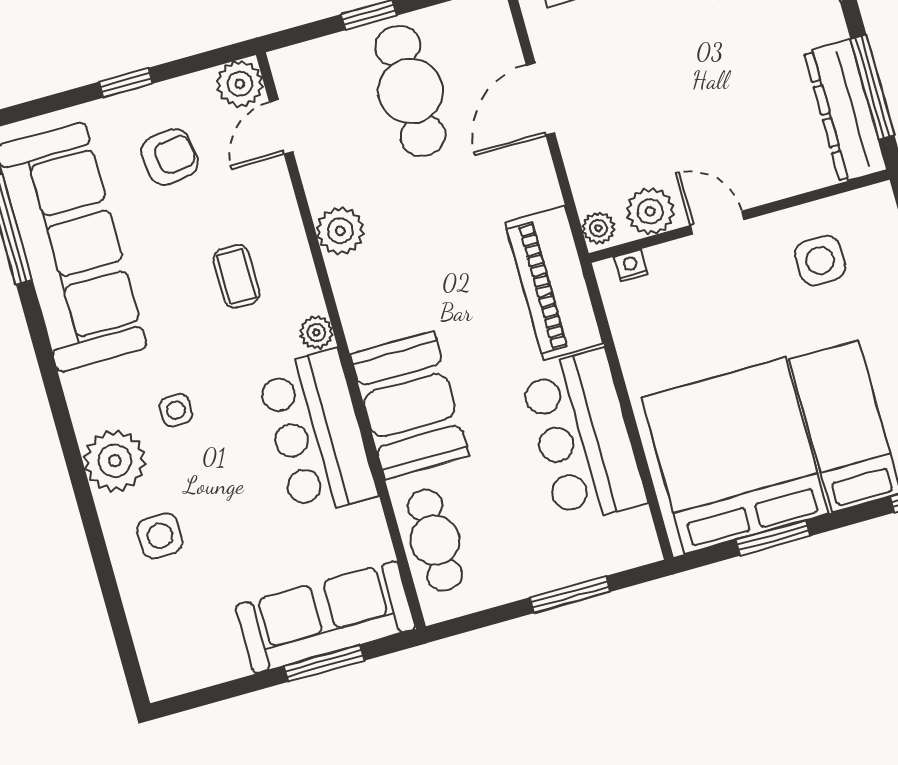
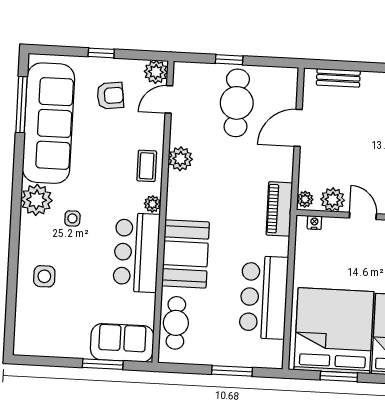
coffee table: (236, 276) -> (147, 166), moved
piano: (554, 283) -> (279, 209), width x0.73, depth x0.75
plant: (115, 461) -> (37, 200), moved
sofa: (326, 617) -> (122, 343), width x0.73

